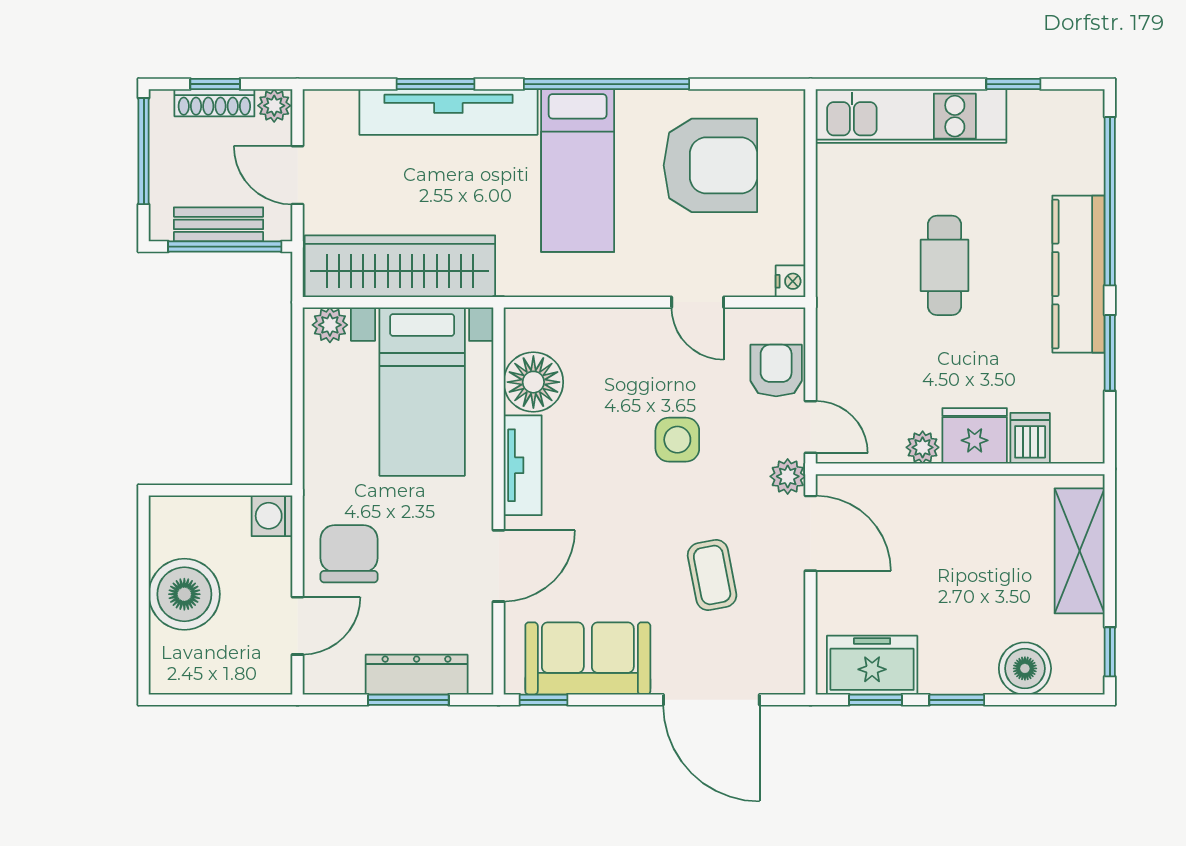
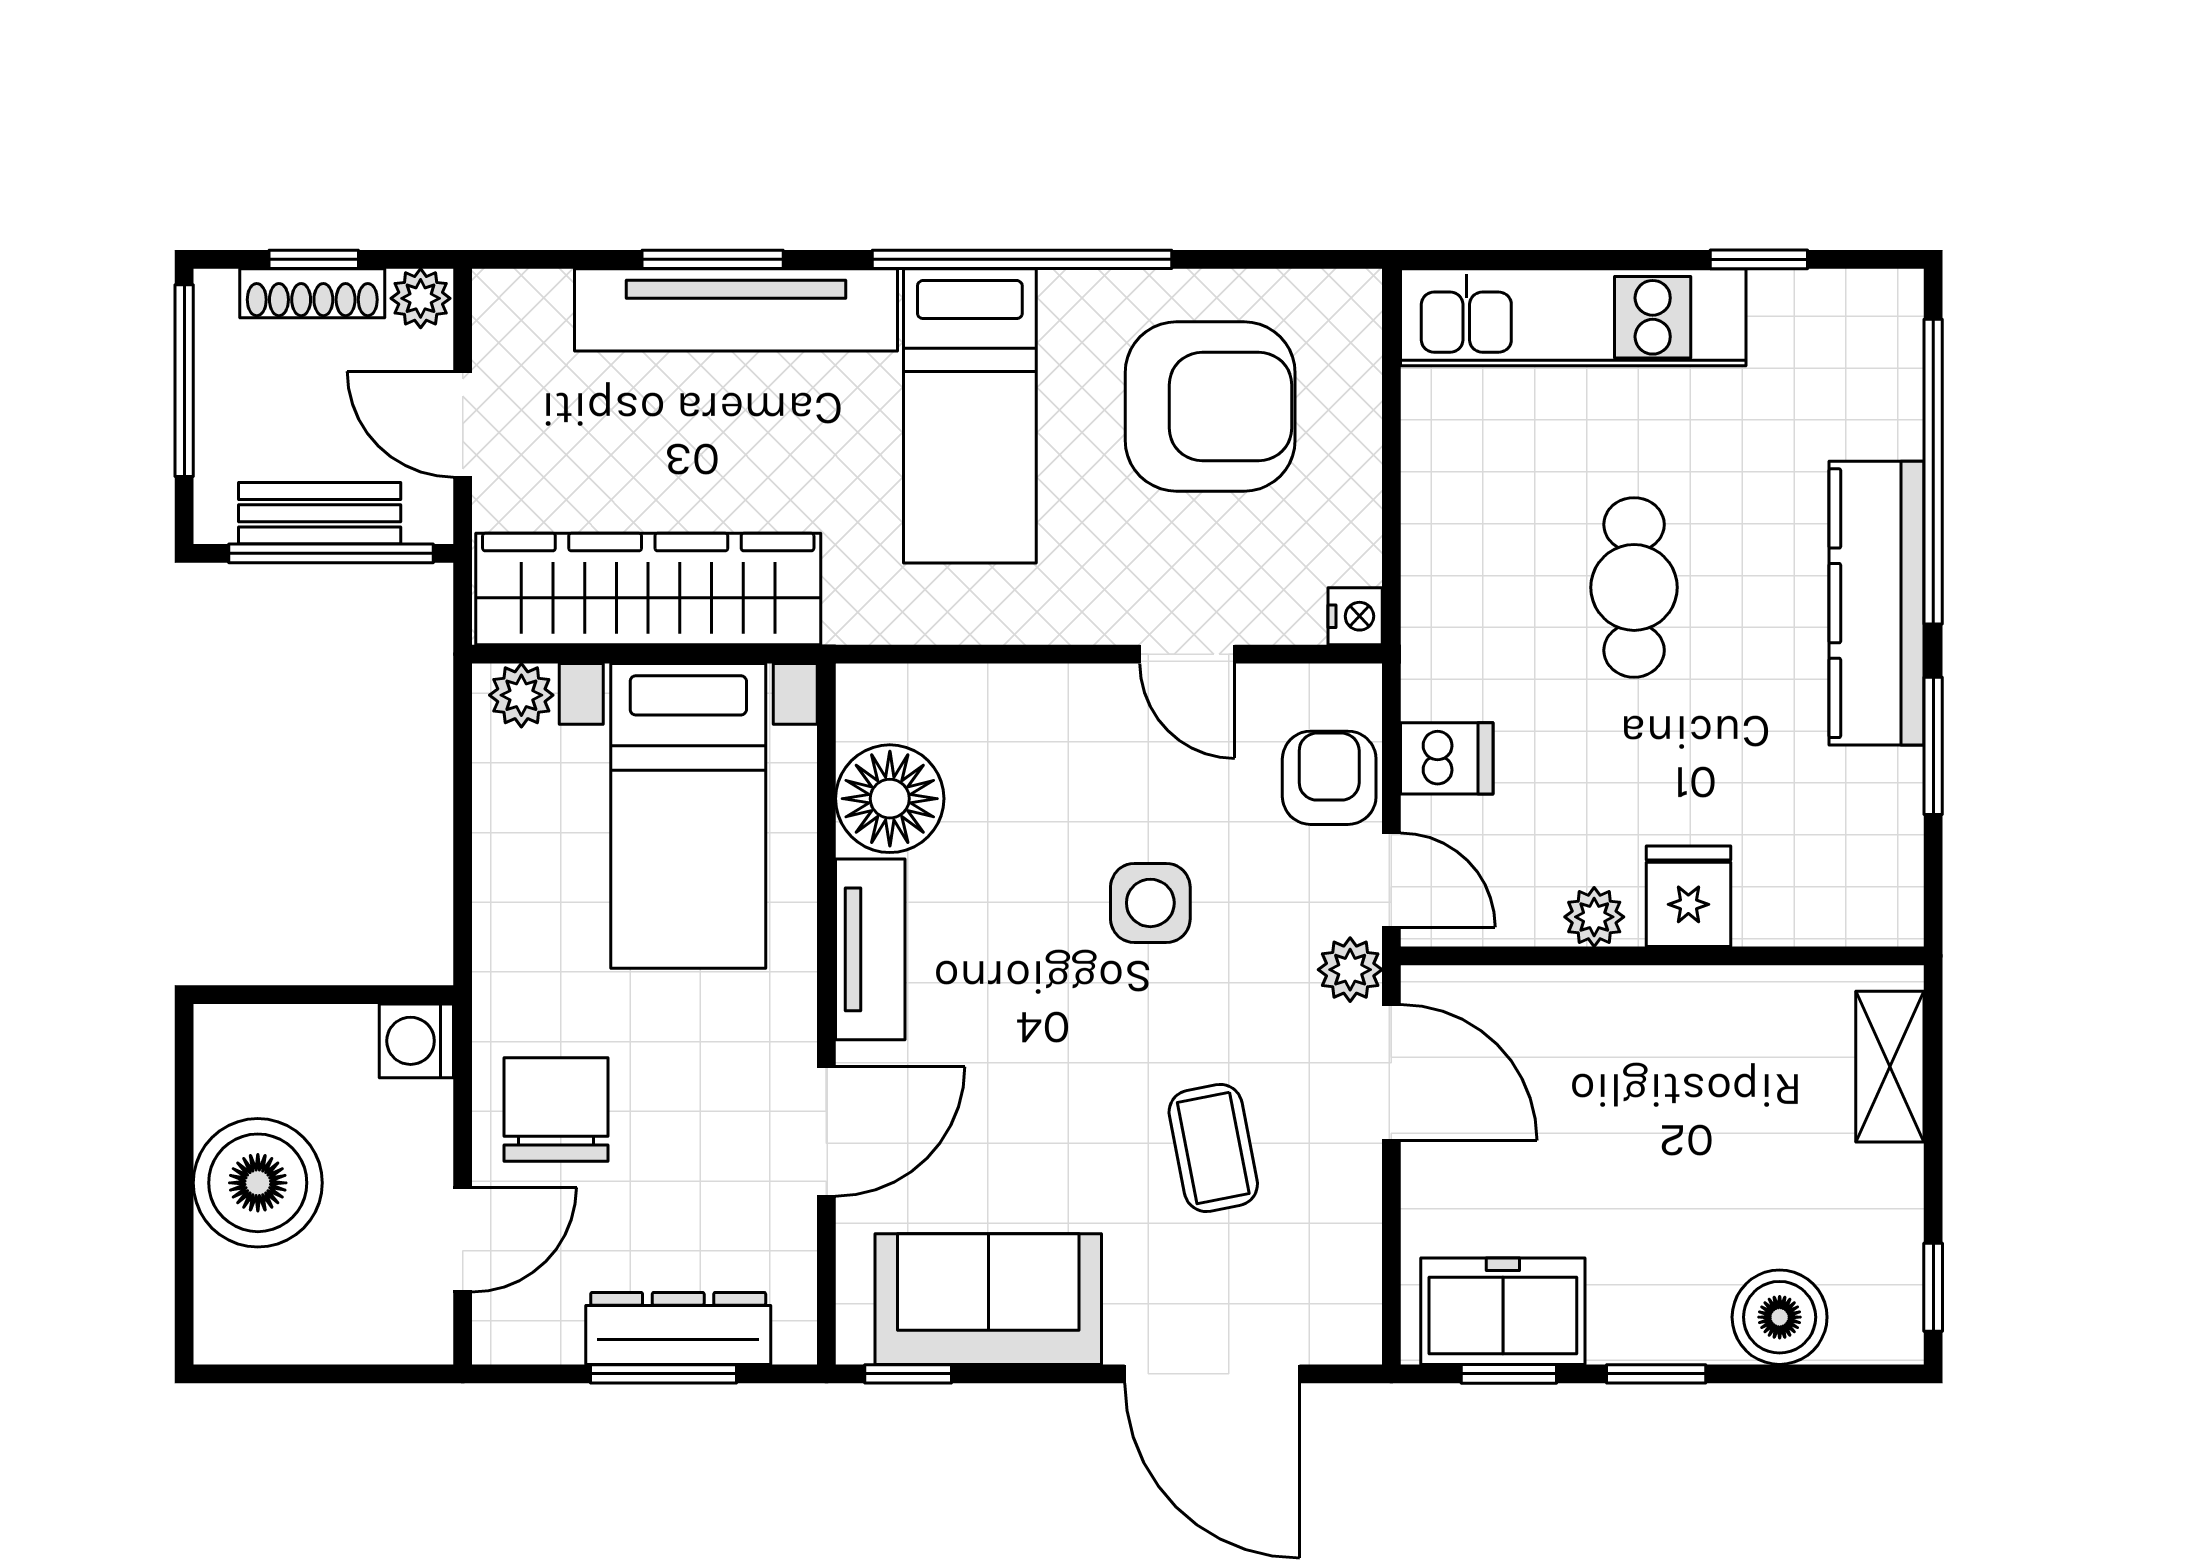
fridge: (975, 436) -> (1688, 896), width x0.72
dishwasher: (1030, 438) -> (1447, 758), moved, turned 90
shelving: (1080, 551) -> (1890, 1067), width x0.67, depth x0.75

